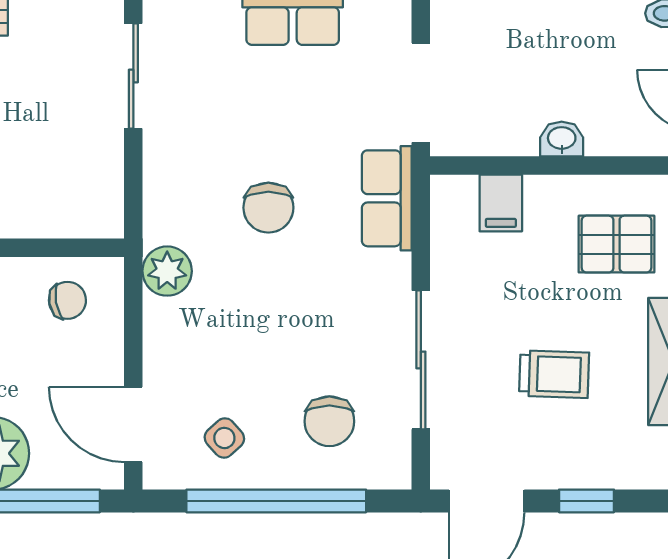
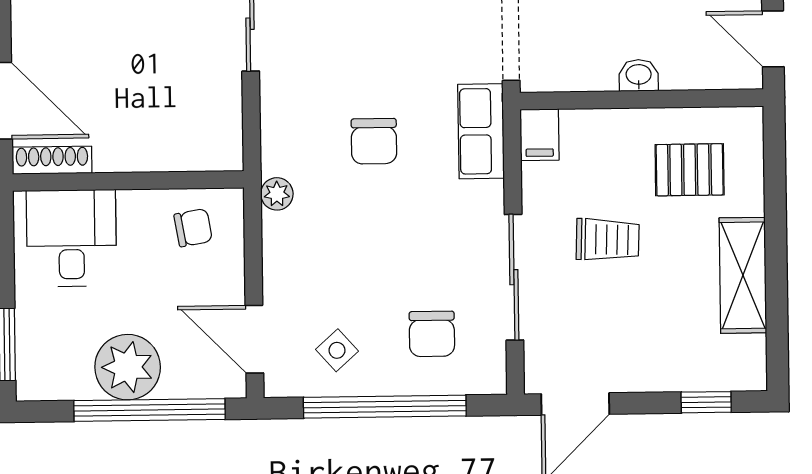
filing cabinet: (501, 203) -> (539, 135), moved
plant: (167, 271) -> (277, 194), width x0.73, depth x0.73
trolley: (554, 374) -> (608, 240), moved
window: (586, 501) -> (706, 402), moved

